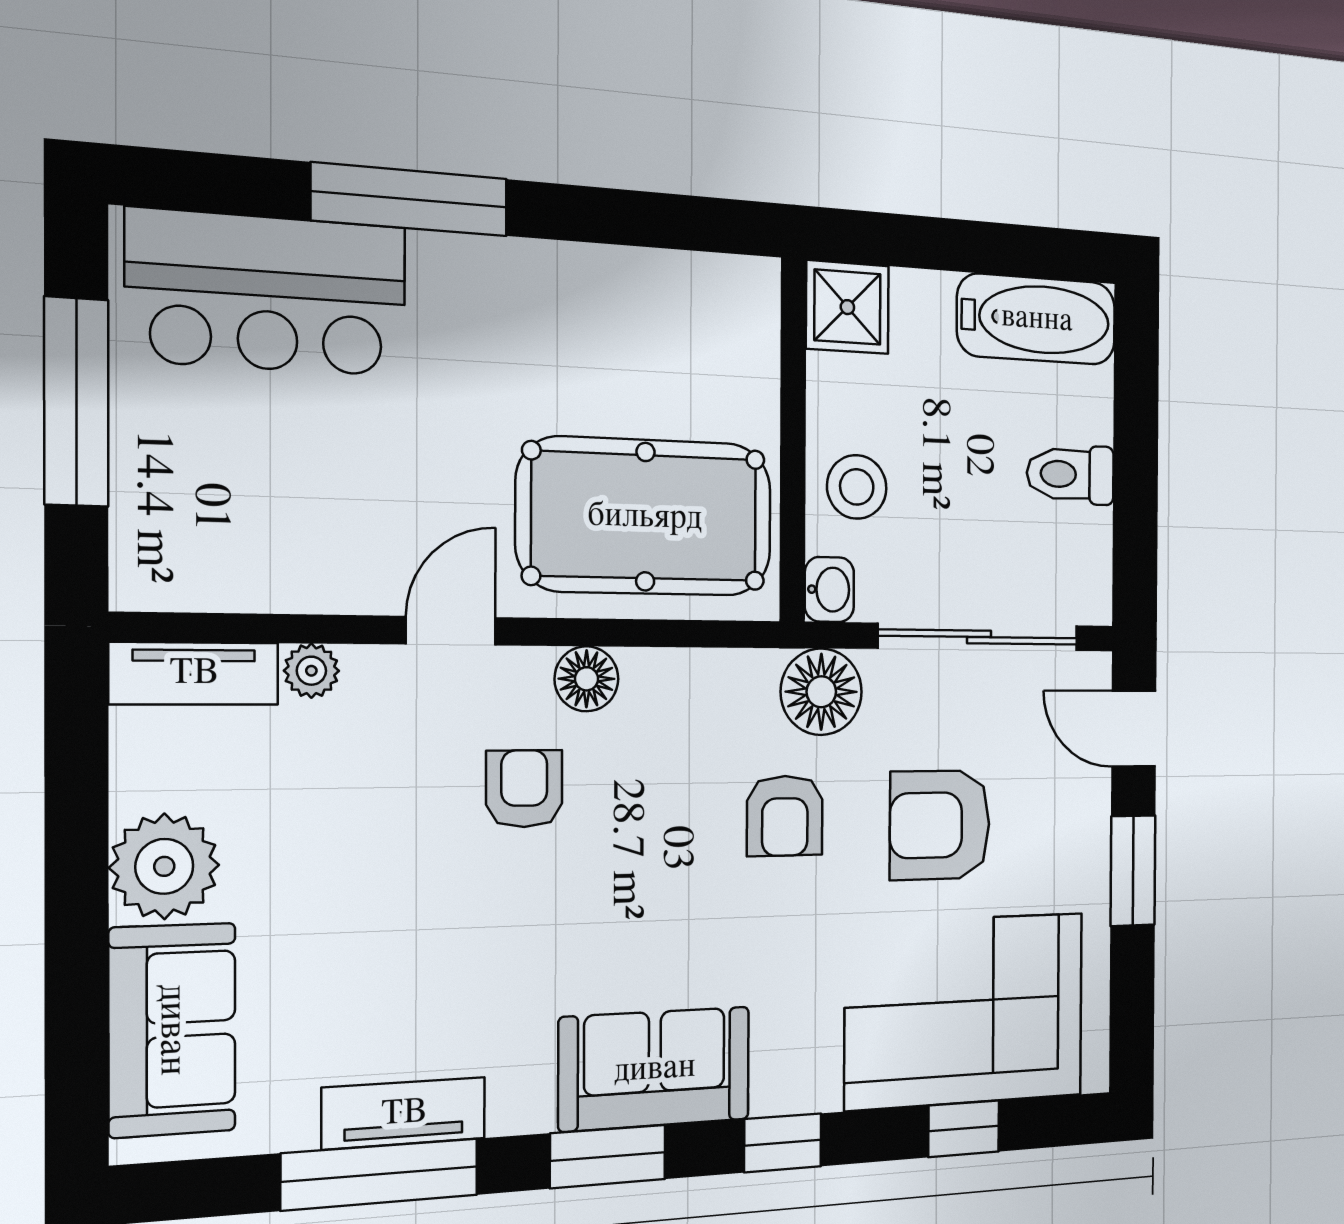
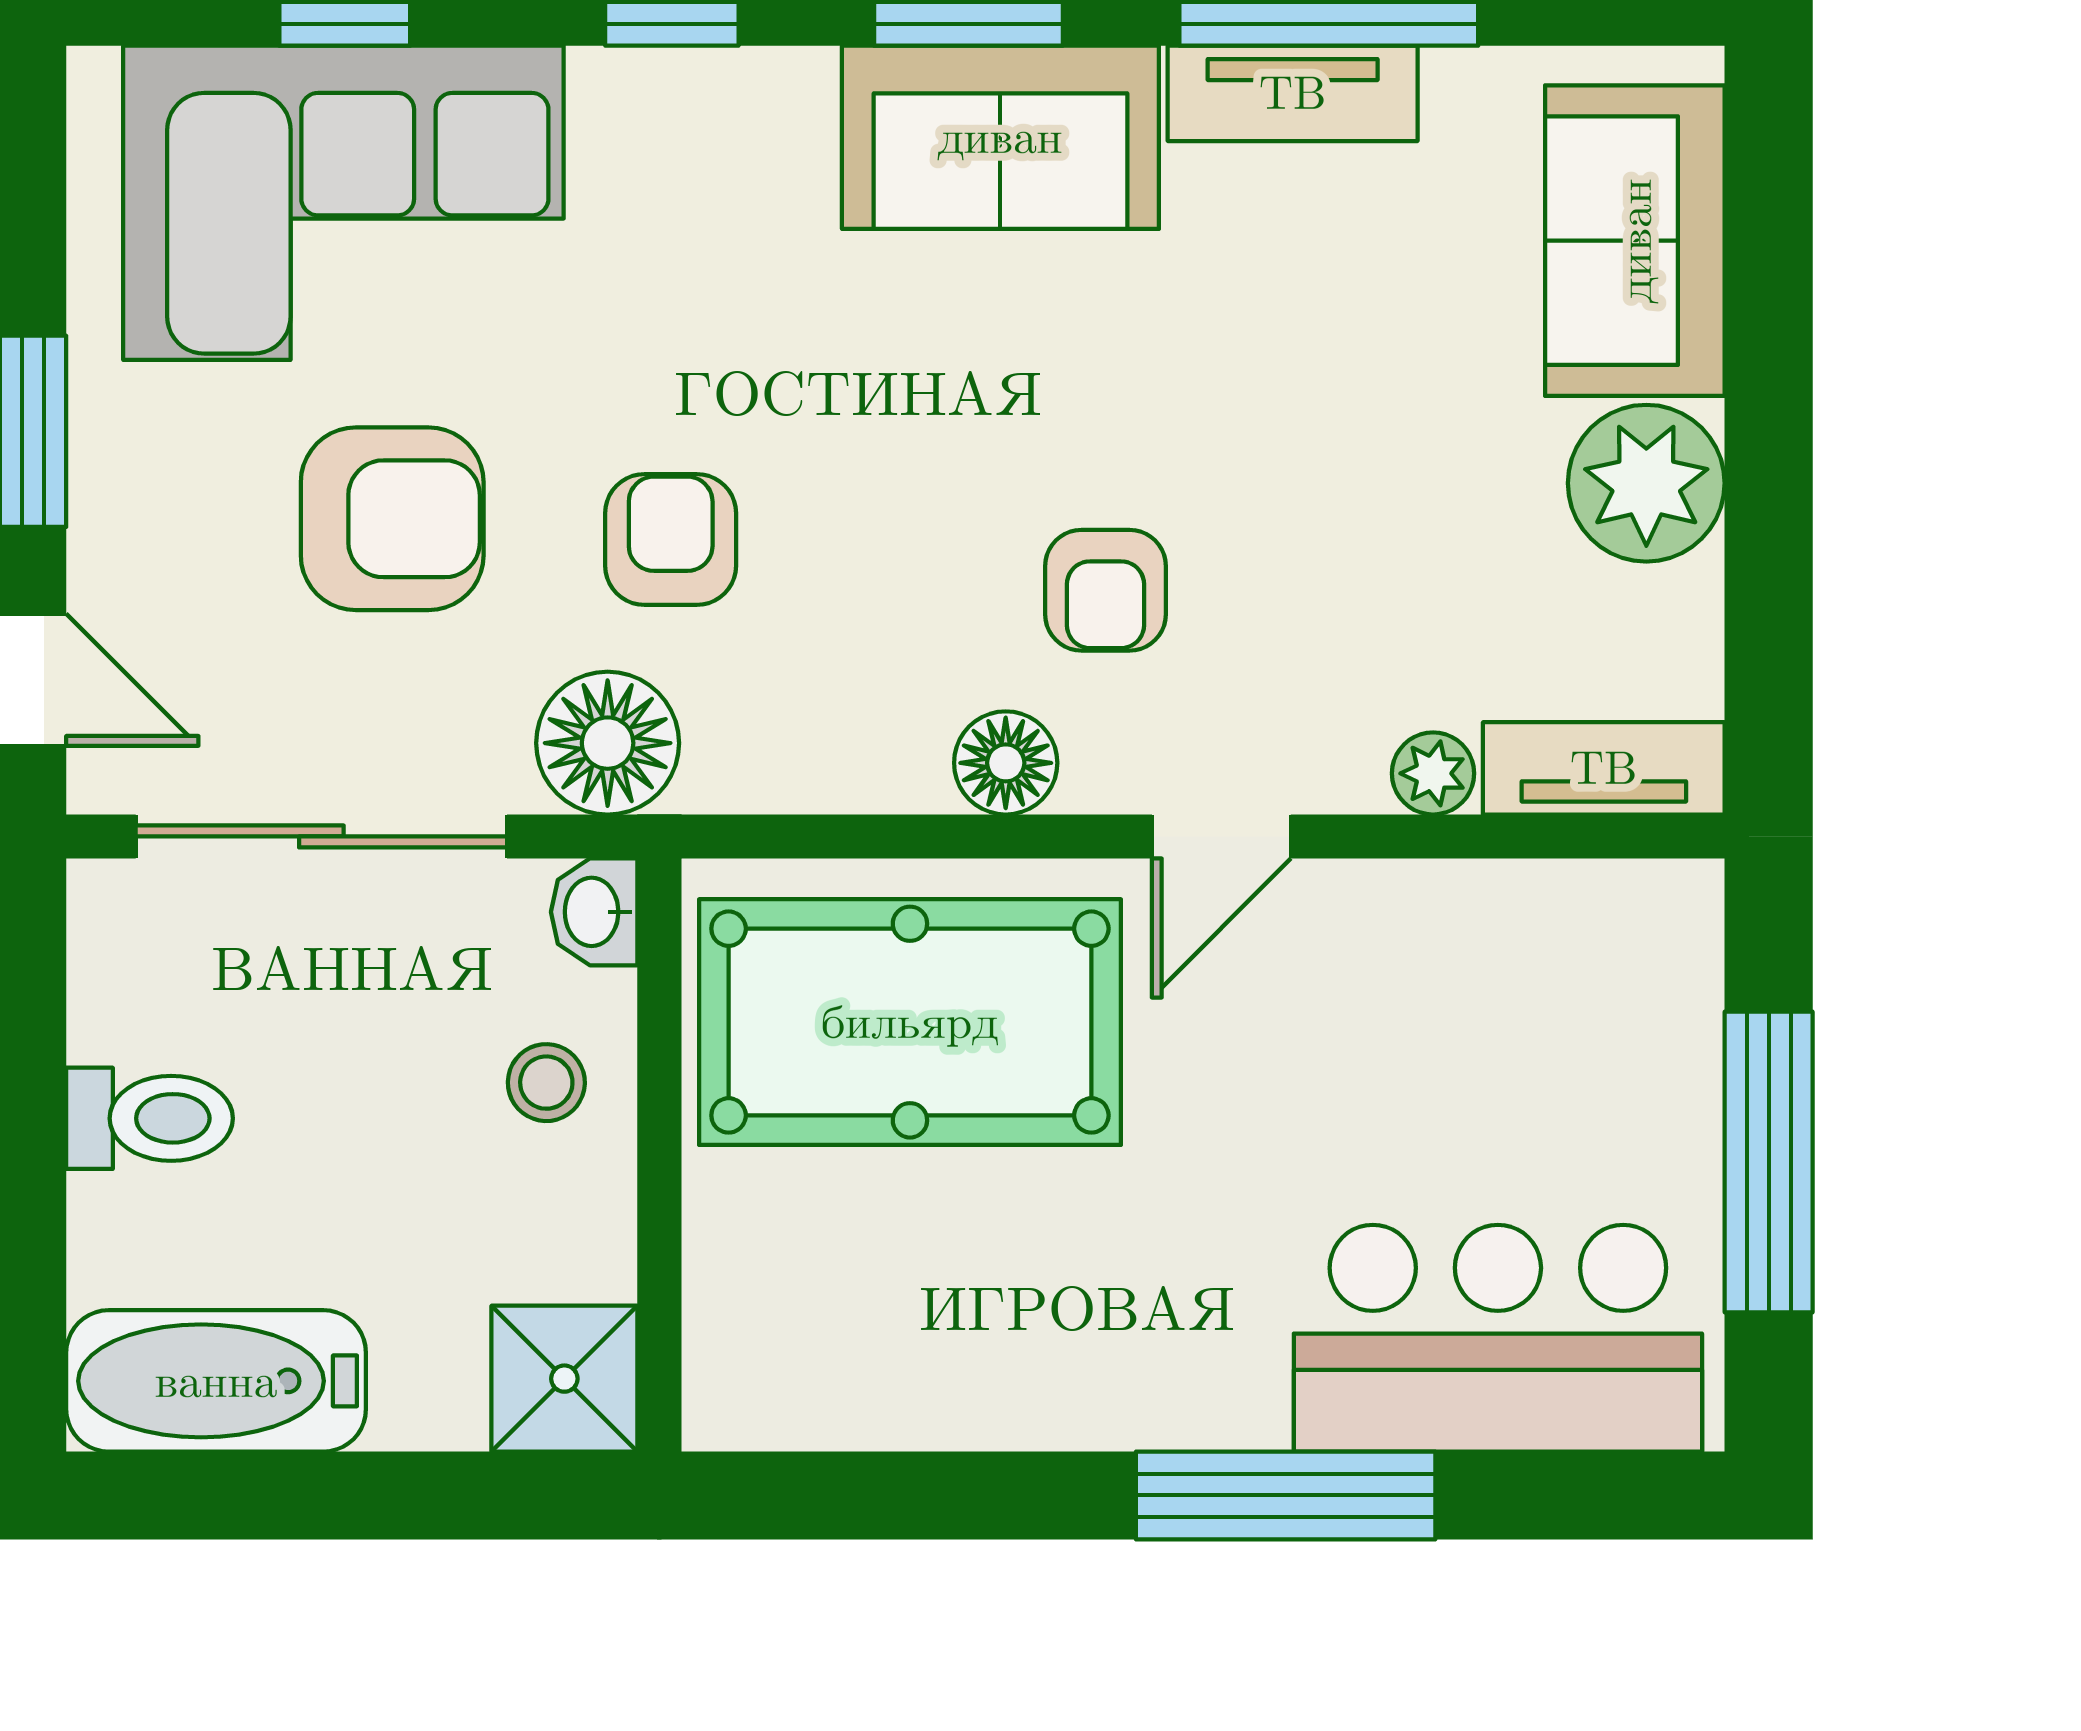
stool: (857, 487) -> (546, 1083), width x0.73, depth x0.73
sofa: (655, 1069) -> (1000, 137), moved

